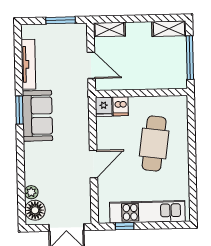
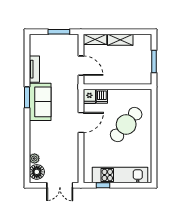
shelving: (169, 29) -> (120, 40), moved
window: (190, 58) -> (154, 62), width x0.69
tv unit: (28, 64) -> (34, 69), width x0.71
cafe table: (154, 144) -> (126, 125), turned 32
door: (93, 164) -> (81, 122), moved

